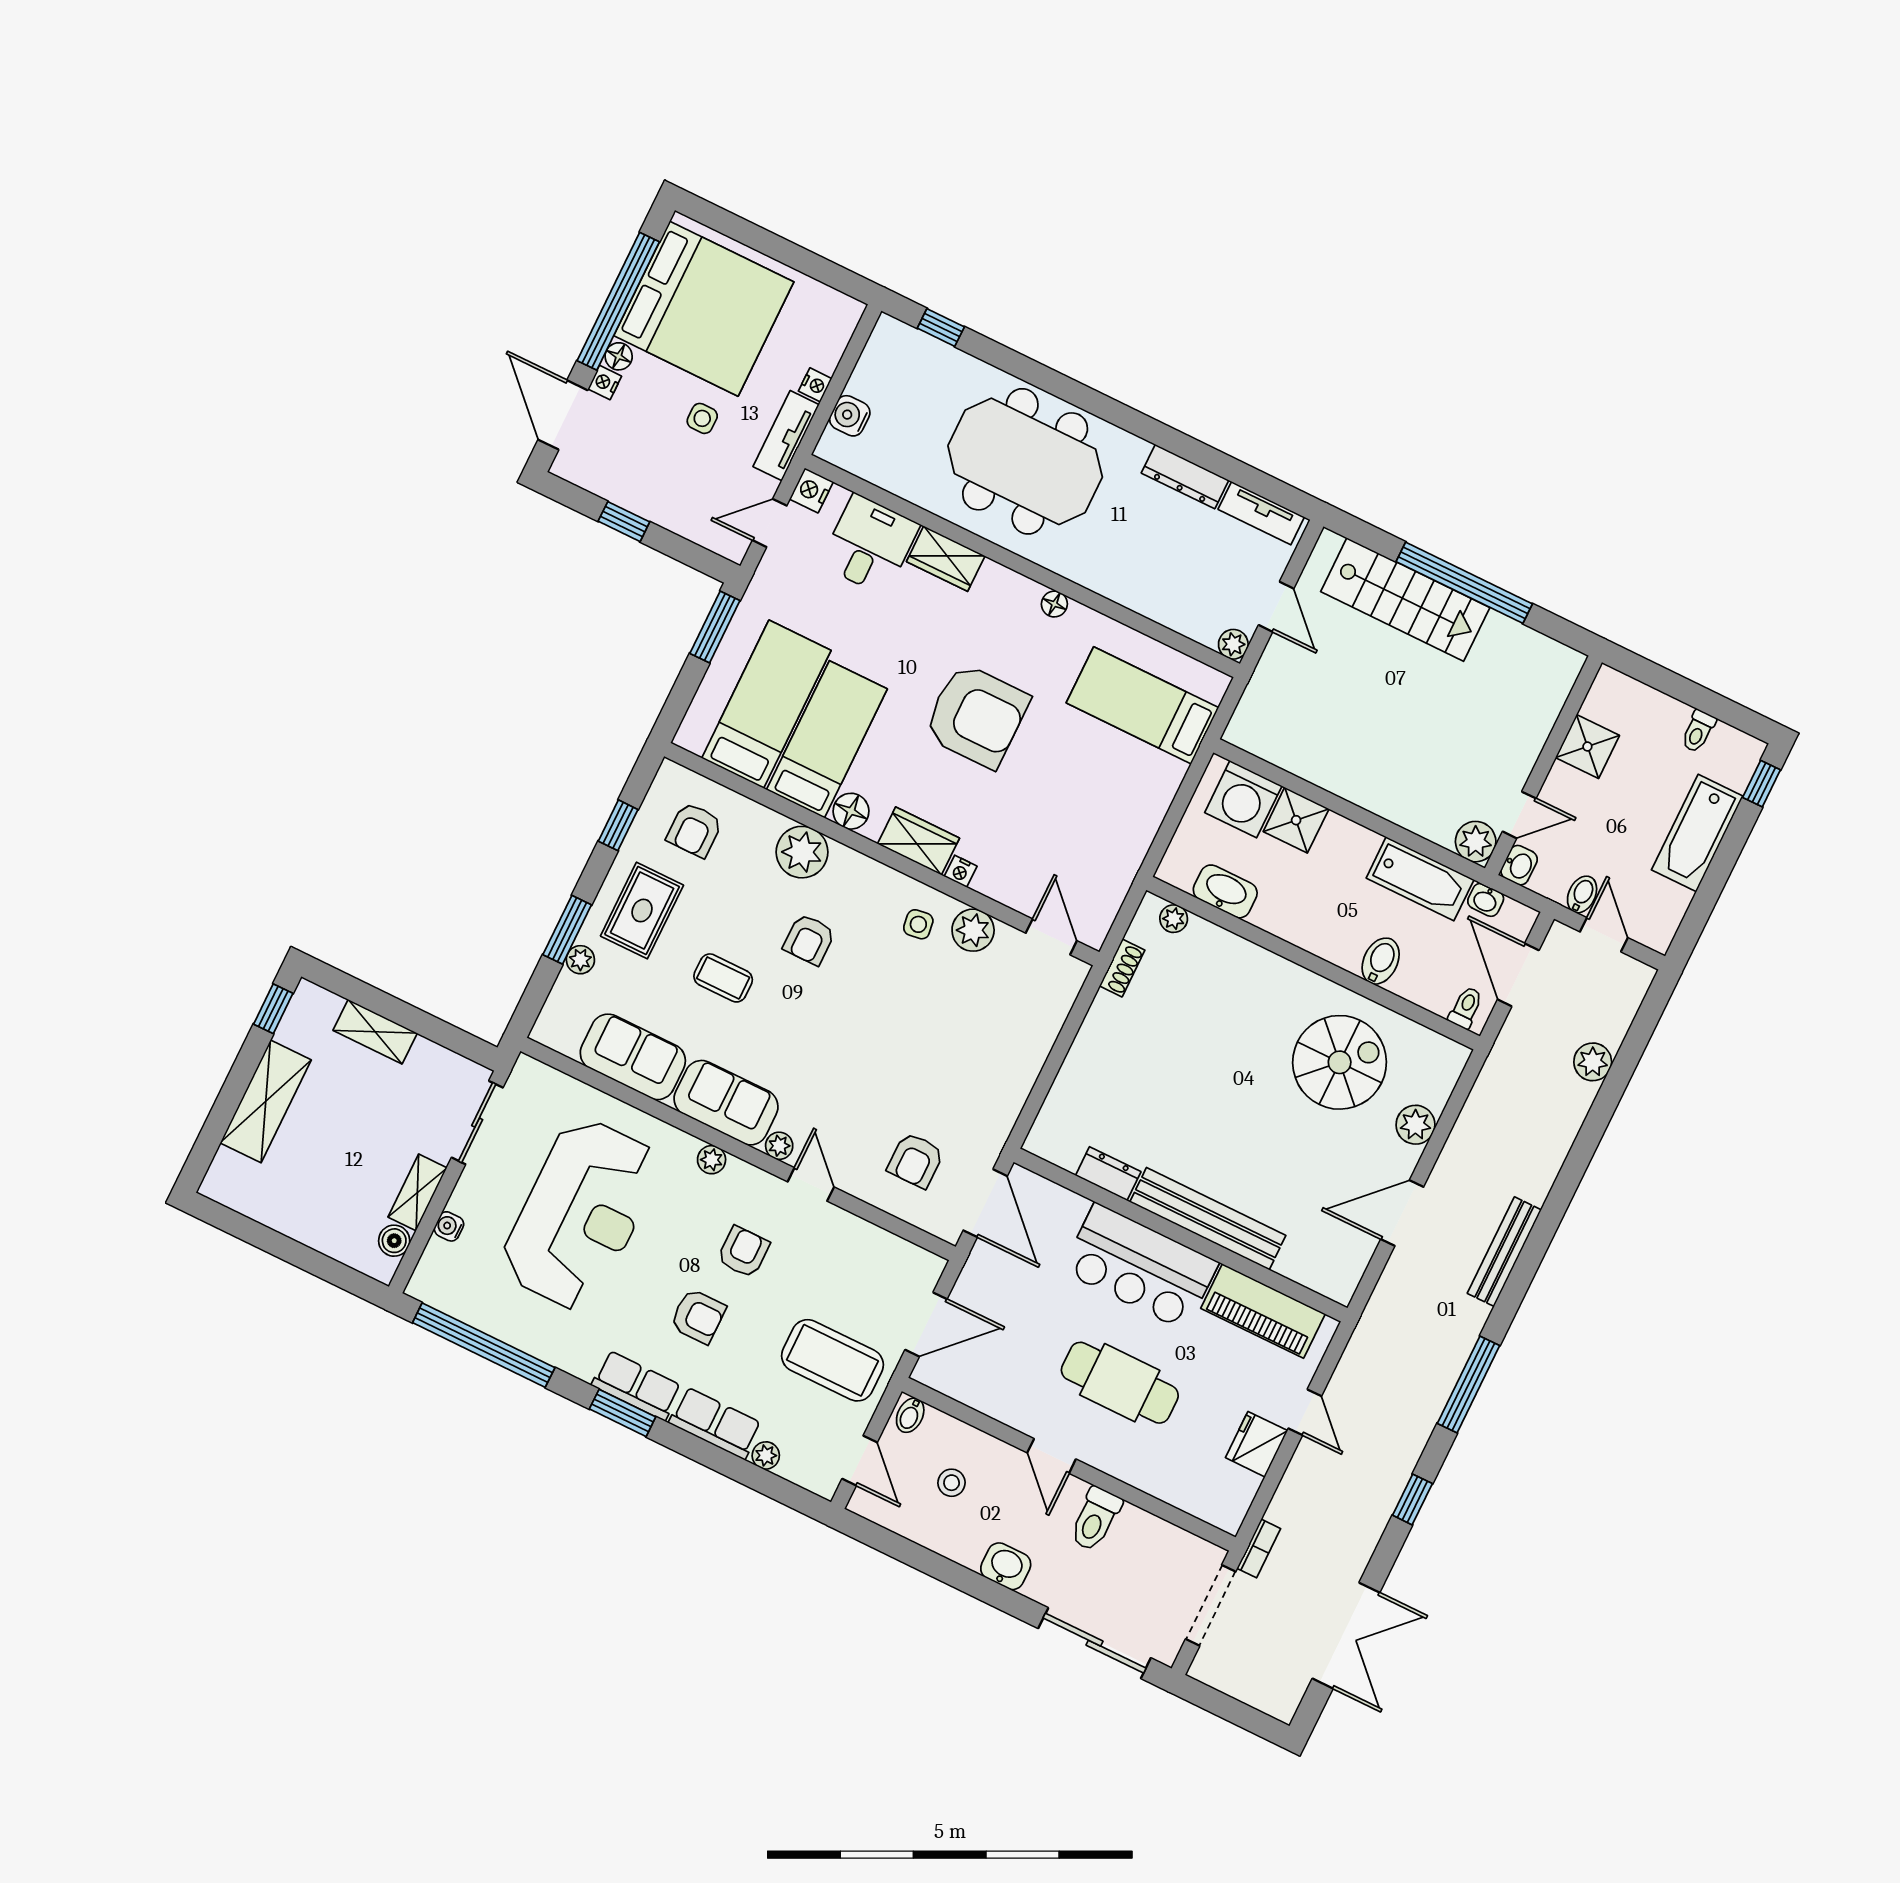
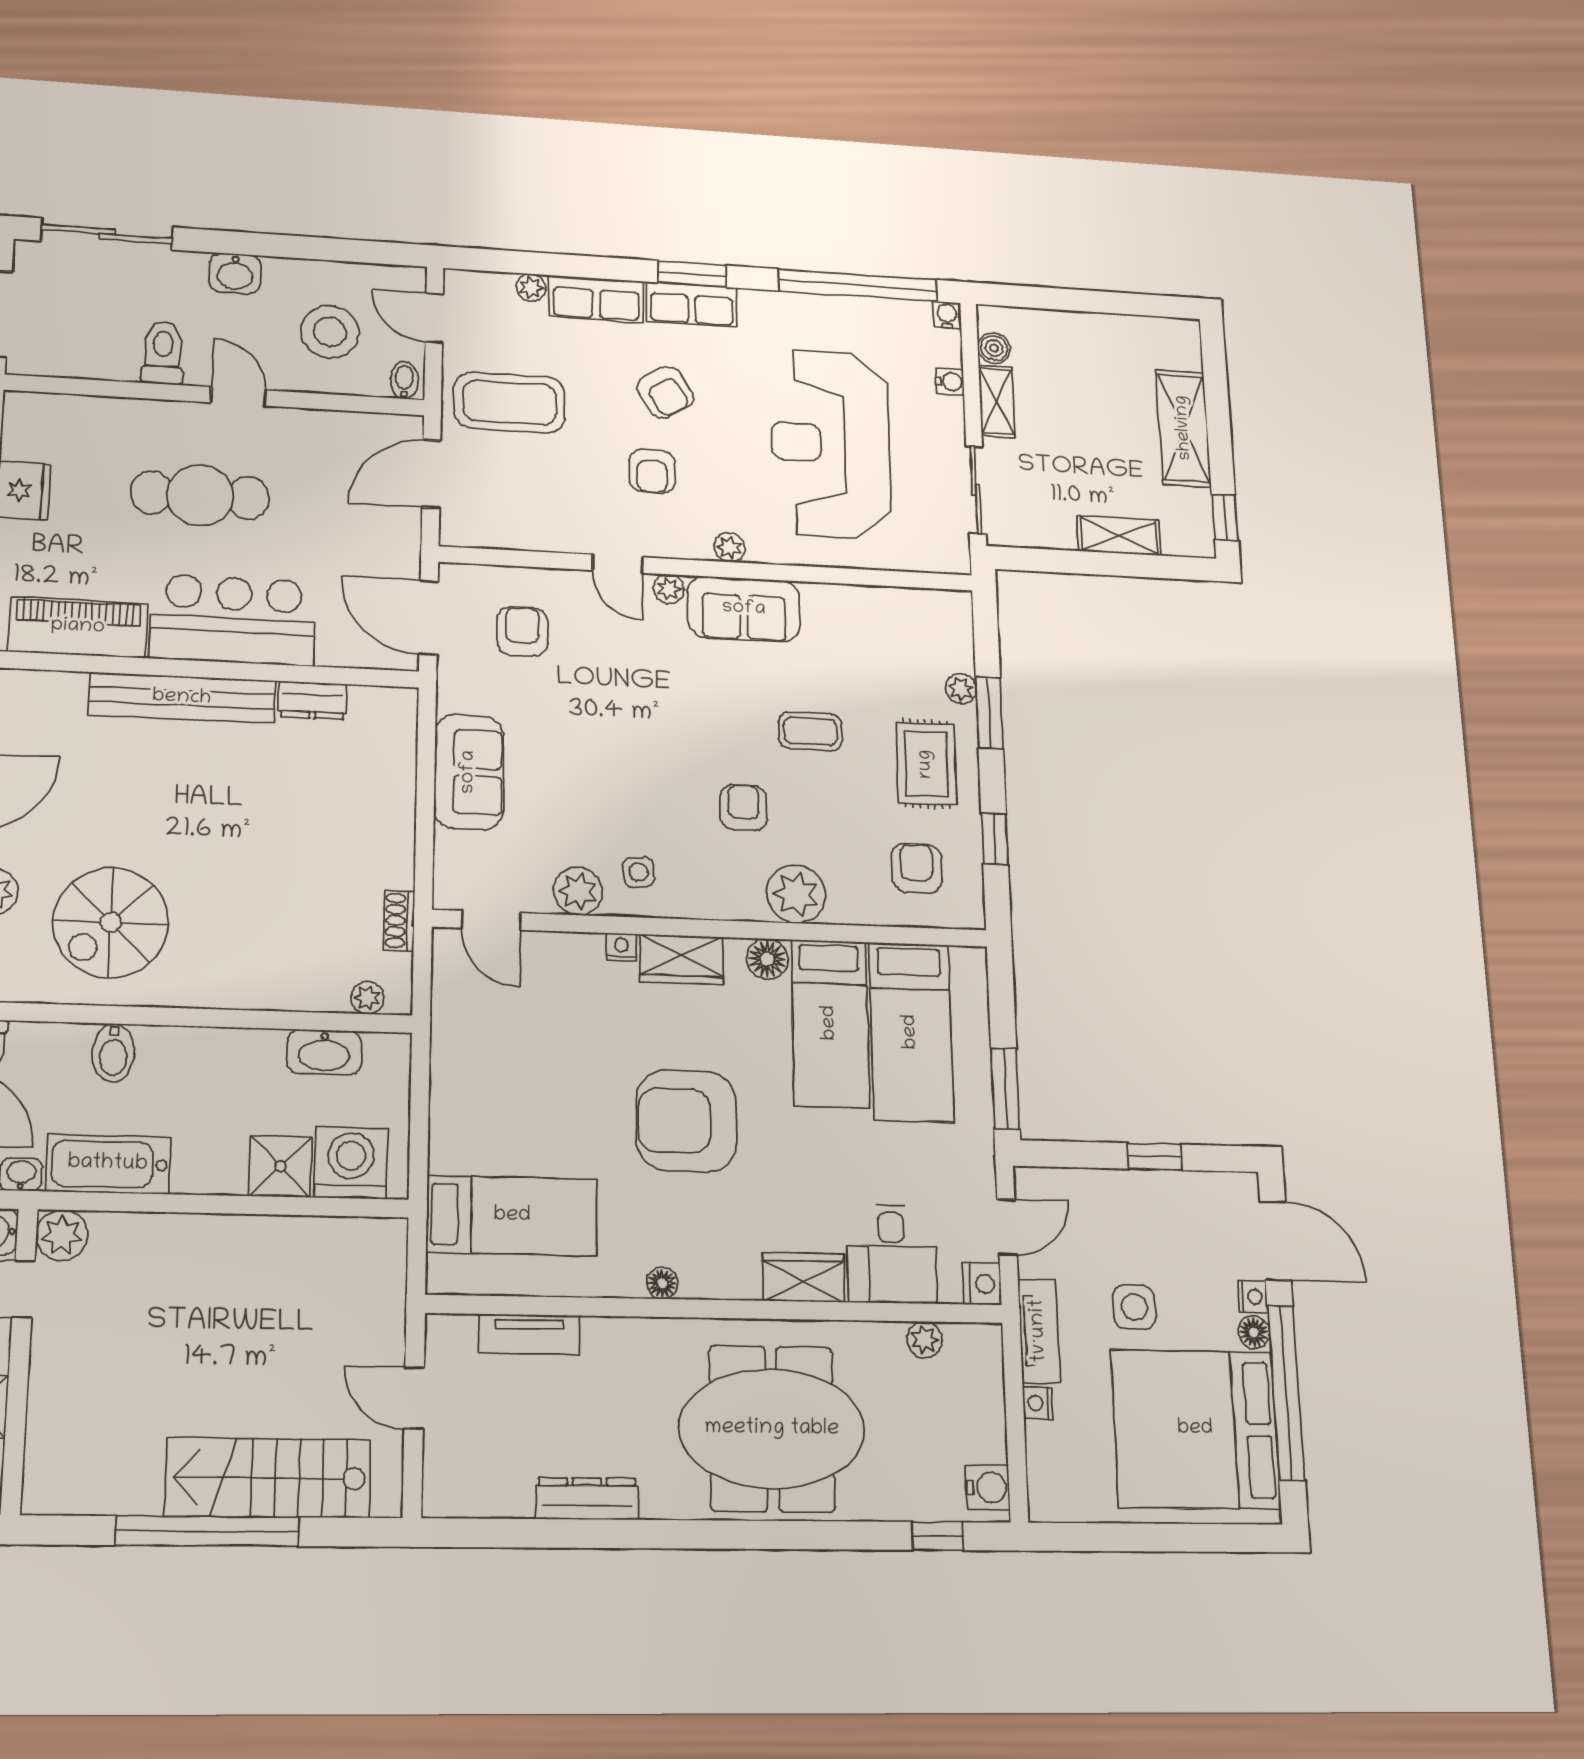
water cooler: (850, 416) -> (988, 1488), moved
side table: (702, 418) -> (1134, 1307), width x1.37, depth x1.37
tv unit: (1261, 513) -> (529, 1334), moved, turned 180
plant: (1233, 644) -> (925, 1340), moved
sofa: (633, 1057) -> (469, 772), moved, turned -90
water cooler: (420, 1287) -> (947, 315), added
armchair: (698, 1316) -> (665, 392), turned -122
stool: (952, 1483) -> (330, 332), width x1.89, depth x1.89

